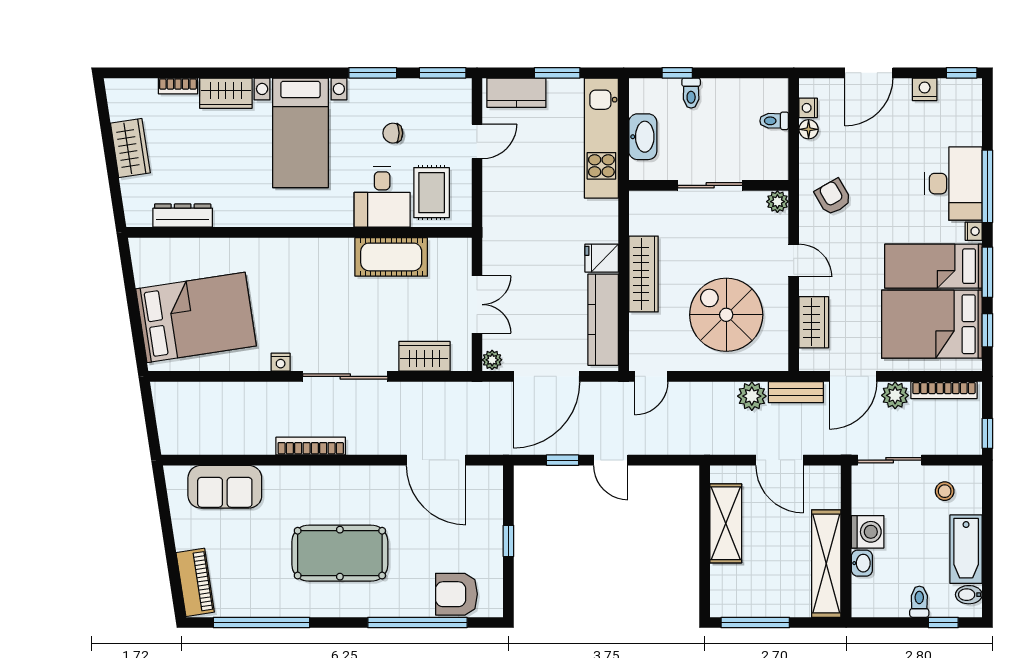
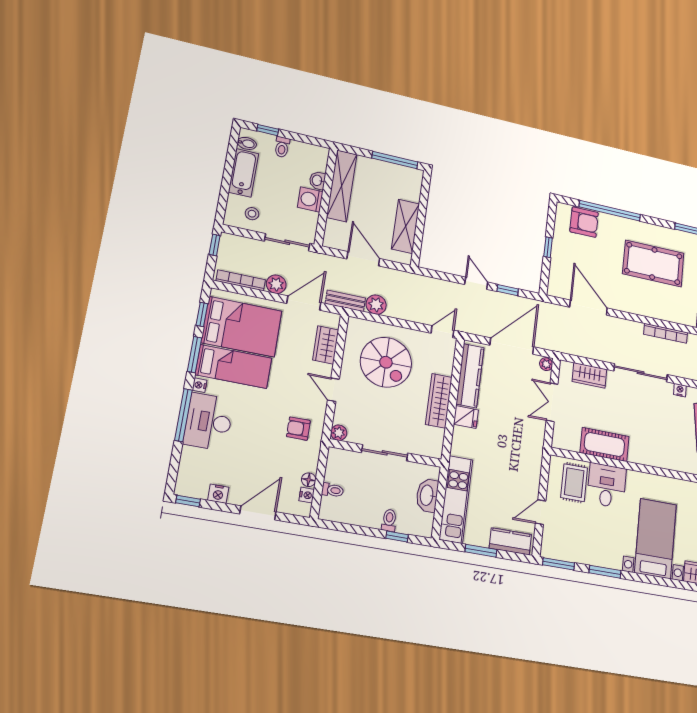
chair: (393, 133) -> (596, 528), removed
armchair: (833, 197) -> (298, 429), turned 120

